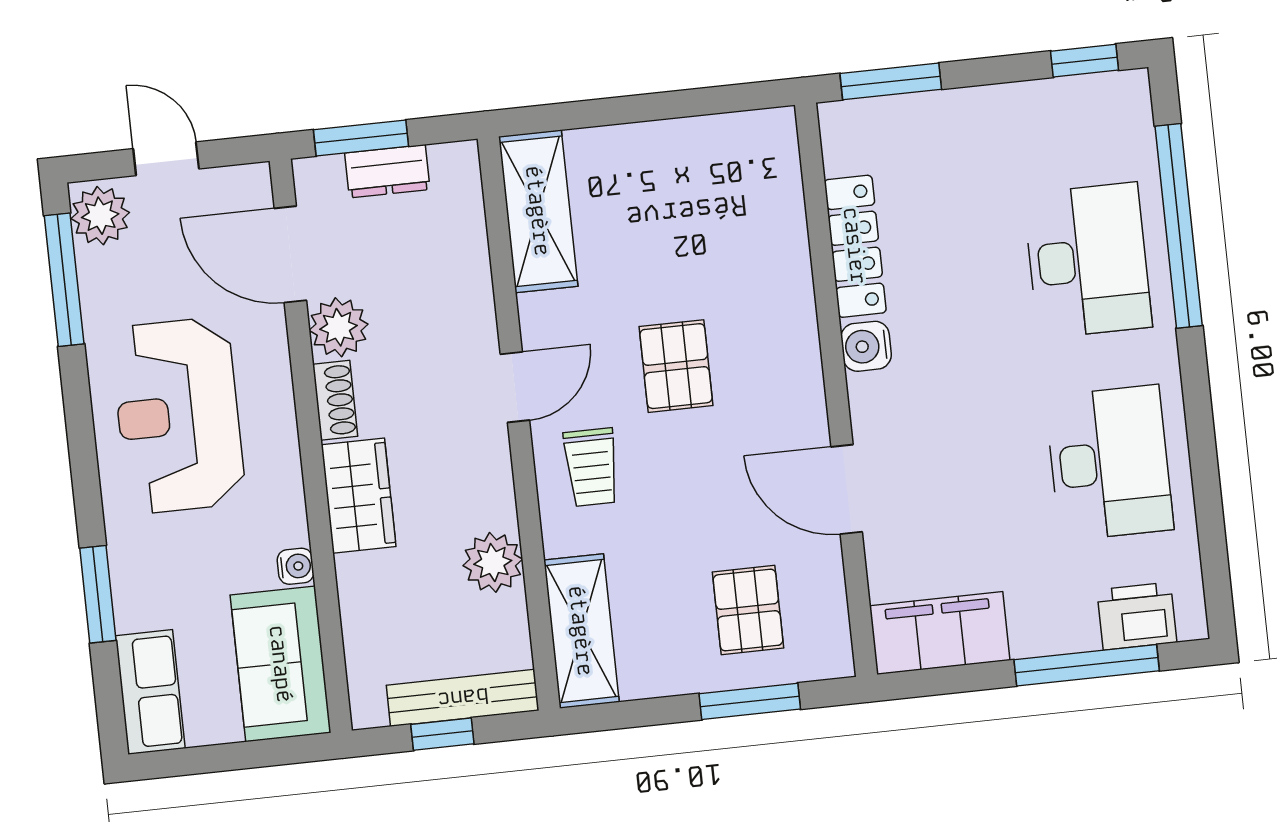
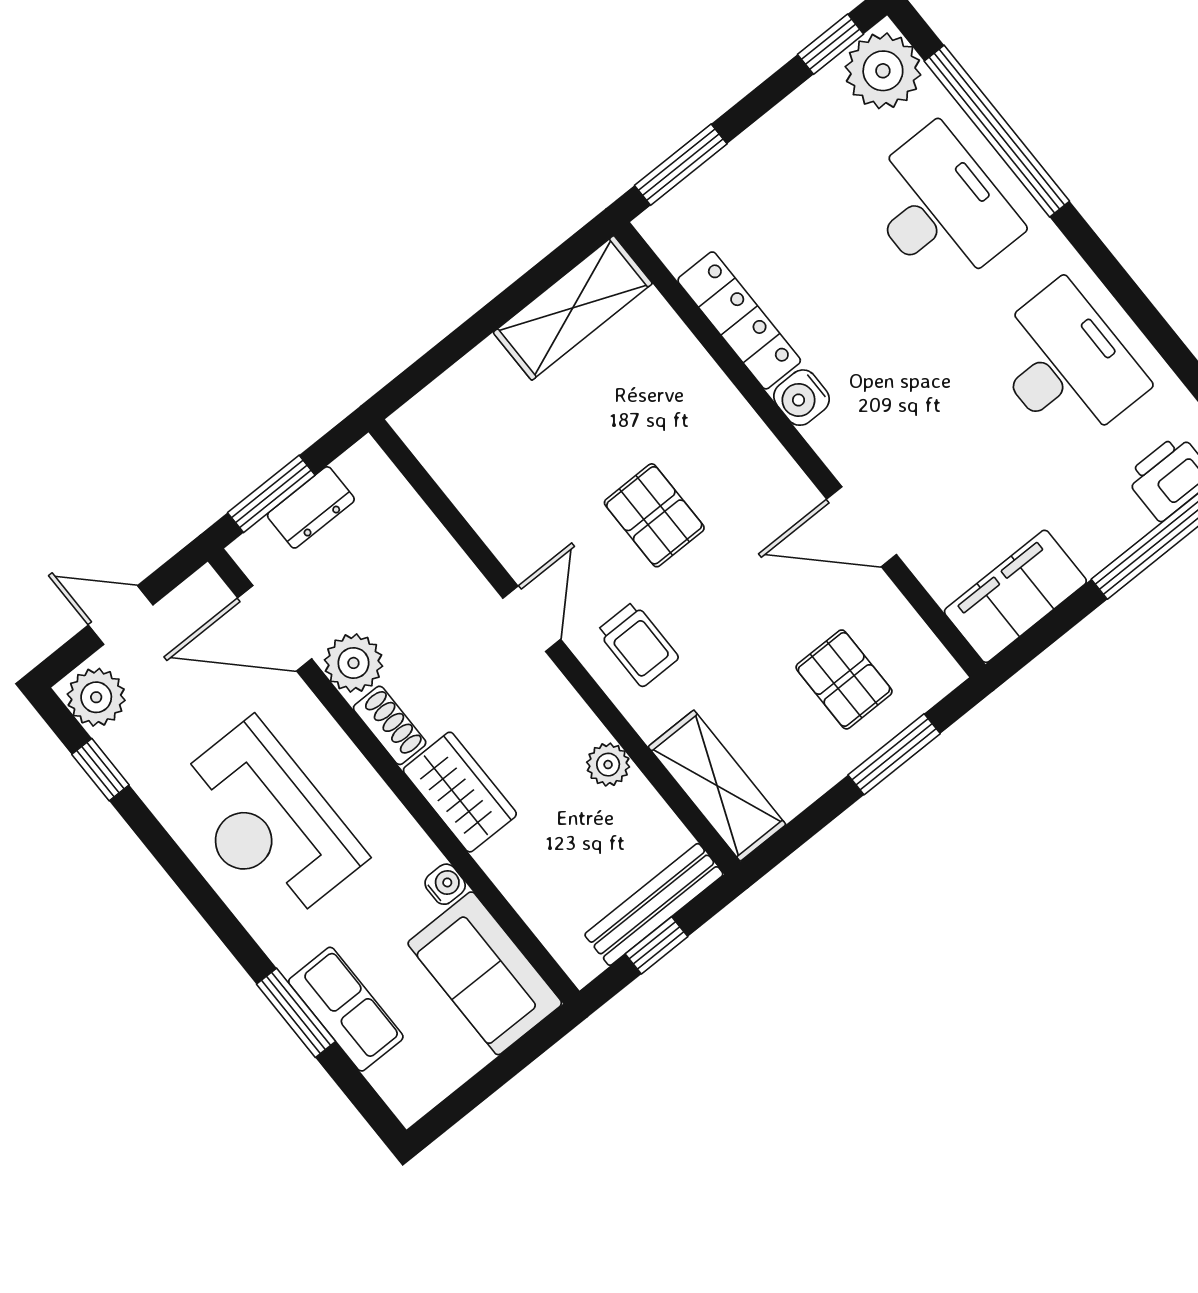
plant: (1115, 112) -> (883, 71), added
shelving: (538, 211) -> (573, 308), moved, turned 90
window: (64, 280) -> (100, 770), width x0.46
plant: (493, 562) -> (608, 765), width x0.73, depth x0.73
row of seats: (150, 692) -> (346, 1009), moved

